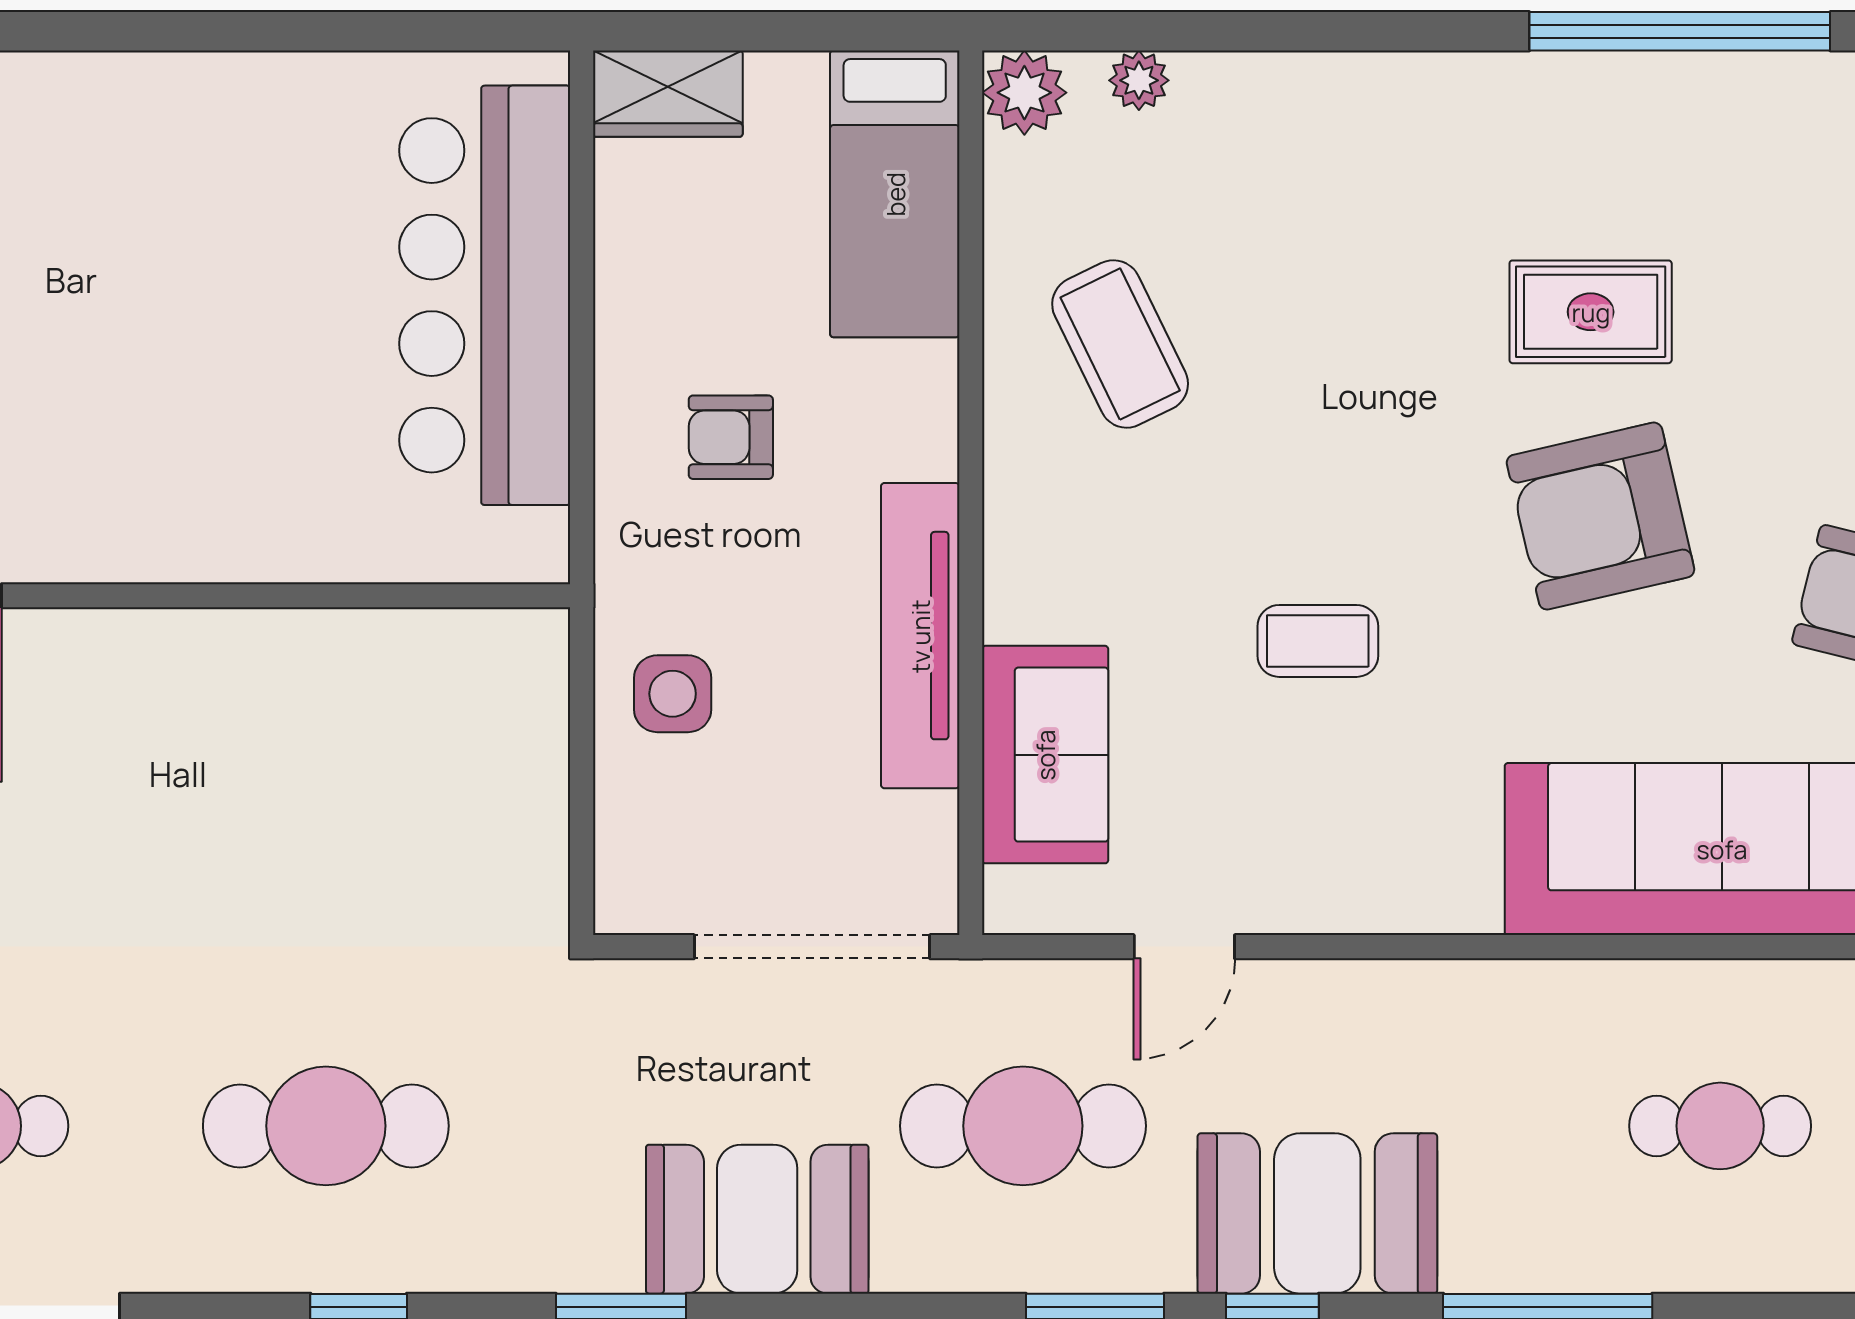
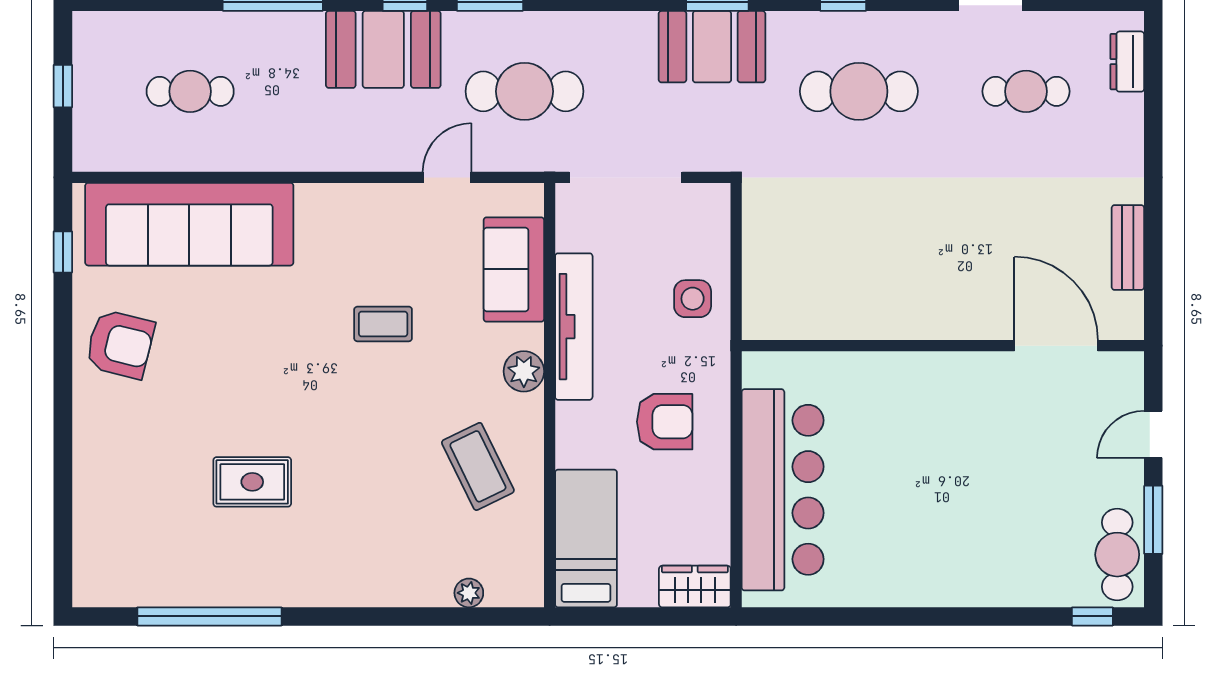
plant: (1024, 93) -> (524, 371), moved
armchair: (731, 437) -> (665, 422), width x1.38, depth x1.38
armchair: (1601, 516) -> (247, 384), removed
booth: (757, 1219) -> (712, 47), moved

